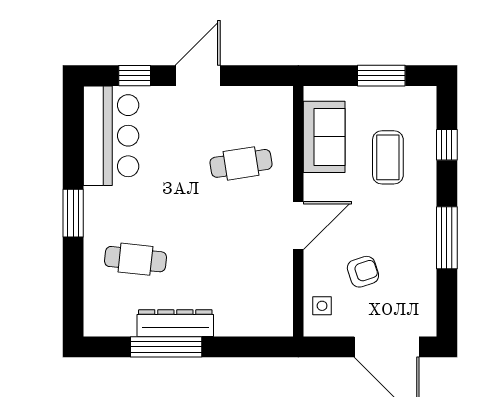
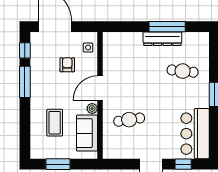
window: (447, 145) -> (25, 50), moved
plant: (314, 185) -> (92, 108), added
armchair: (363, 272) -> (67, 65), turned 108

